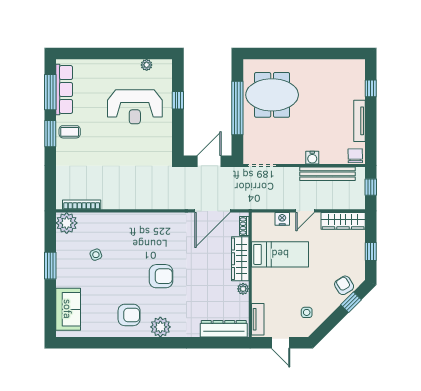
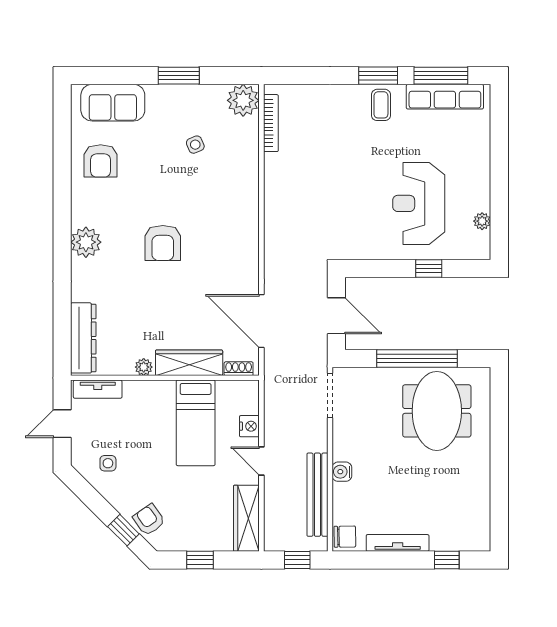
armchair: (344, 285) -> (149, 520), turned -93
armchair: (129, 315) -> (101, 161), moved

